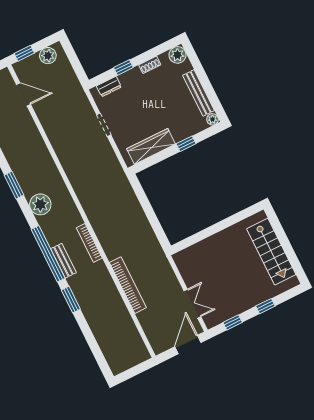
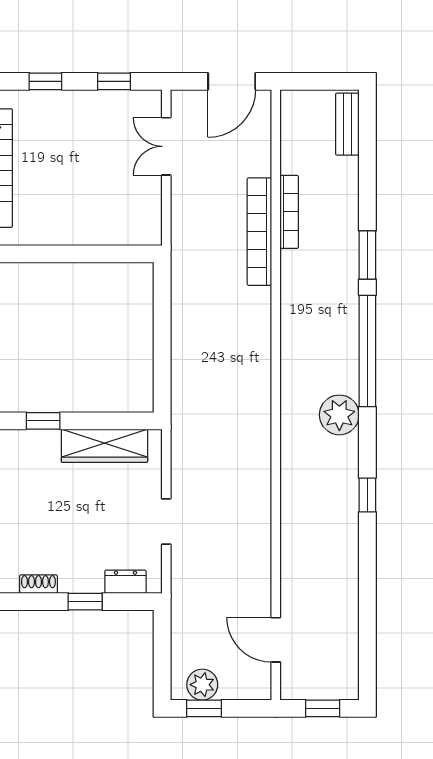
window: (24, 53) -> (204, 708), moved
window: (14, 185) -> (367, 495), width x0.67
plant: (40, 204) -> (339, 415), moved
bookcase: (89, 243) -> (289, 212), moved
bench: (63, 261) -> (347, 124), moved
door: (188, 345) -> (232, 81), moved

